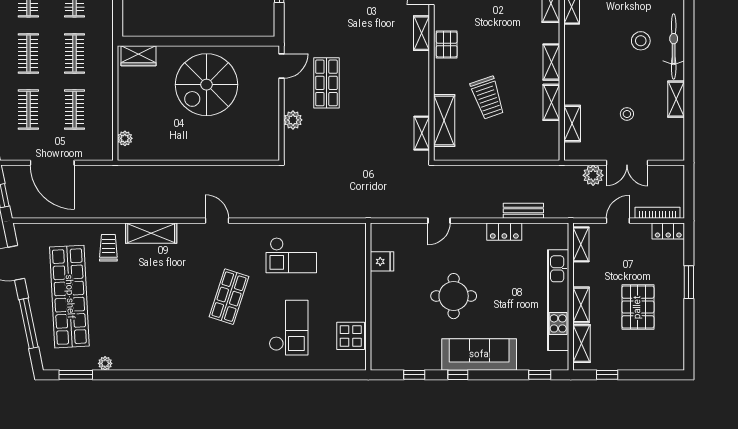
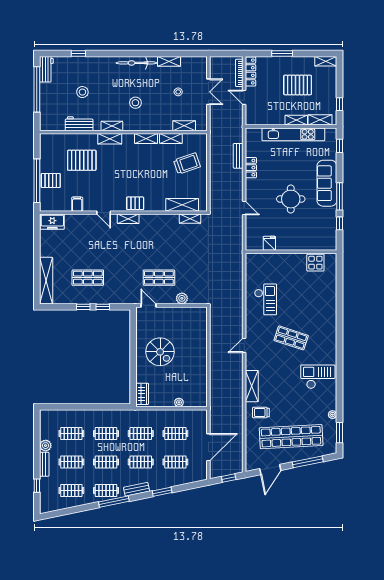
stool: (641, 41) -> (135, 103), moved
spiral stairs: (207, 85) -> (160, 352), width x0.73, depth x0.73
trolley: (488, 98) -> (187, 163), moved
plant: (125, 138) -> (179, 402), moved
plant: (593, 175) -> (216, 113), removed
locker: (668, 231) -> (251, 72), width x1.53
shelving: (581, 244) -> (326, 61), moved
checkout: (289, 328) -> (318, 377), moved
window: (458, 375) -> (340, 196), width x2.17

